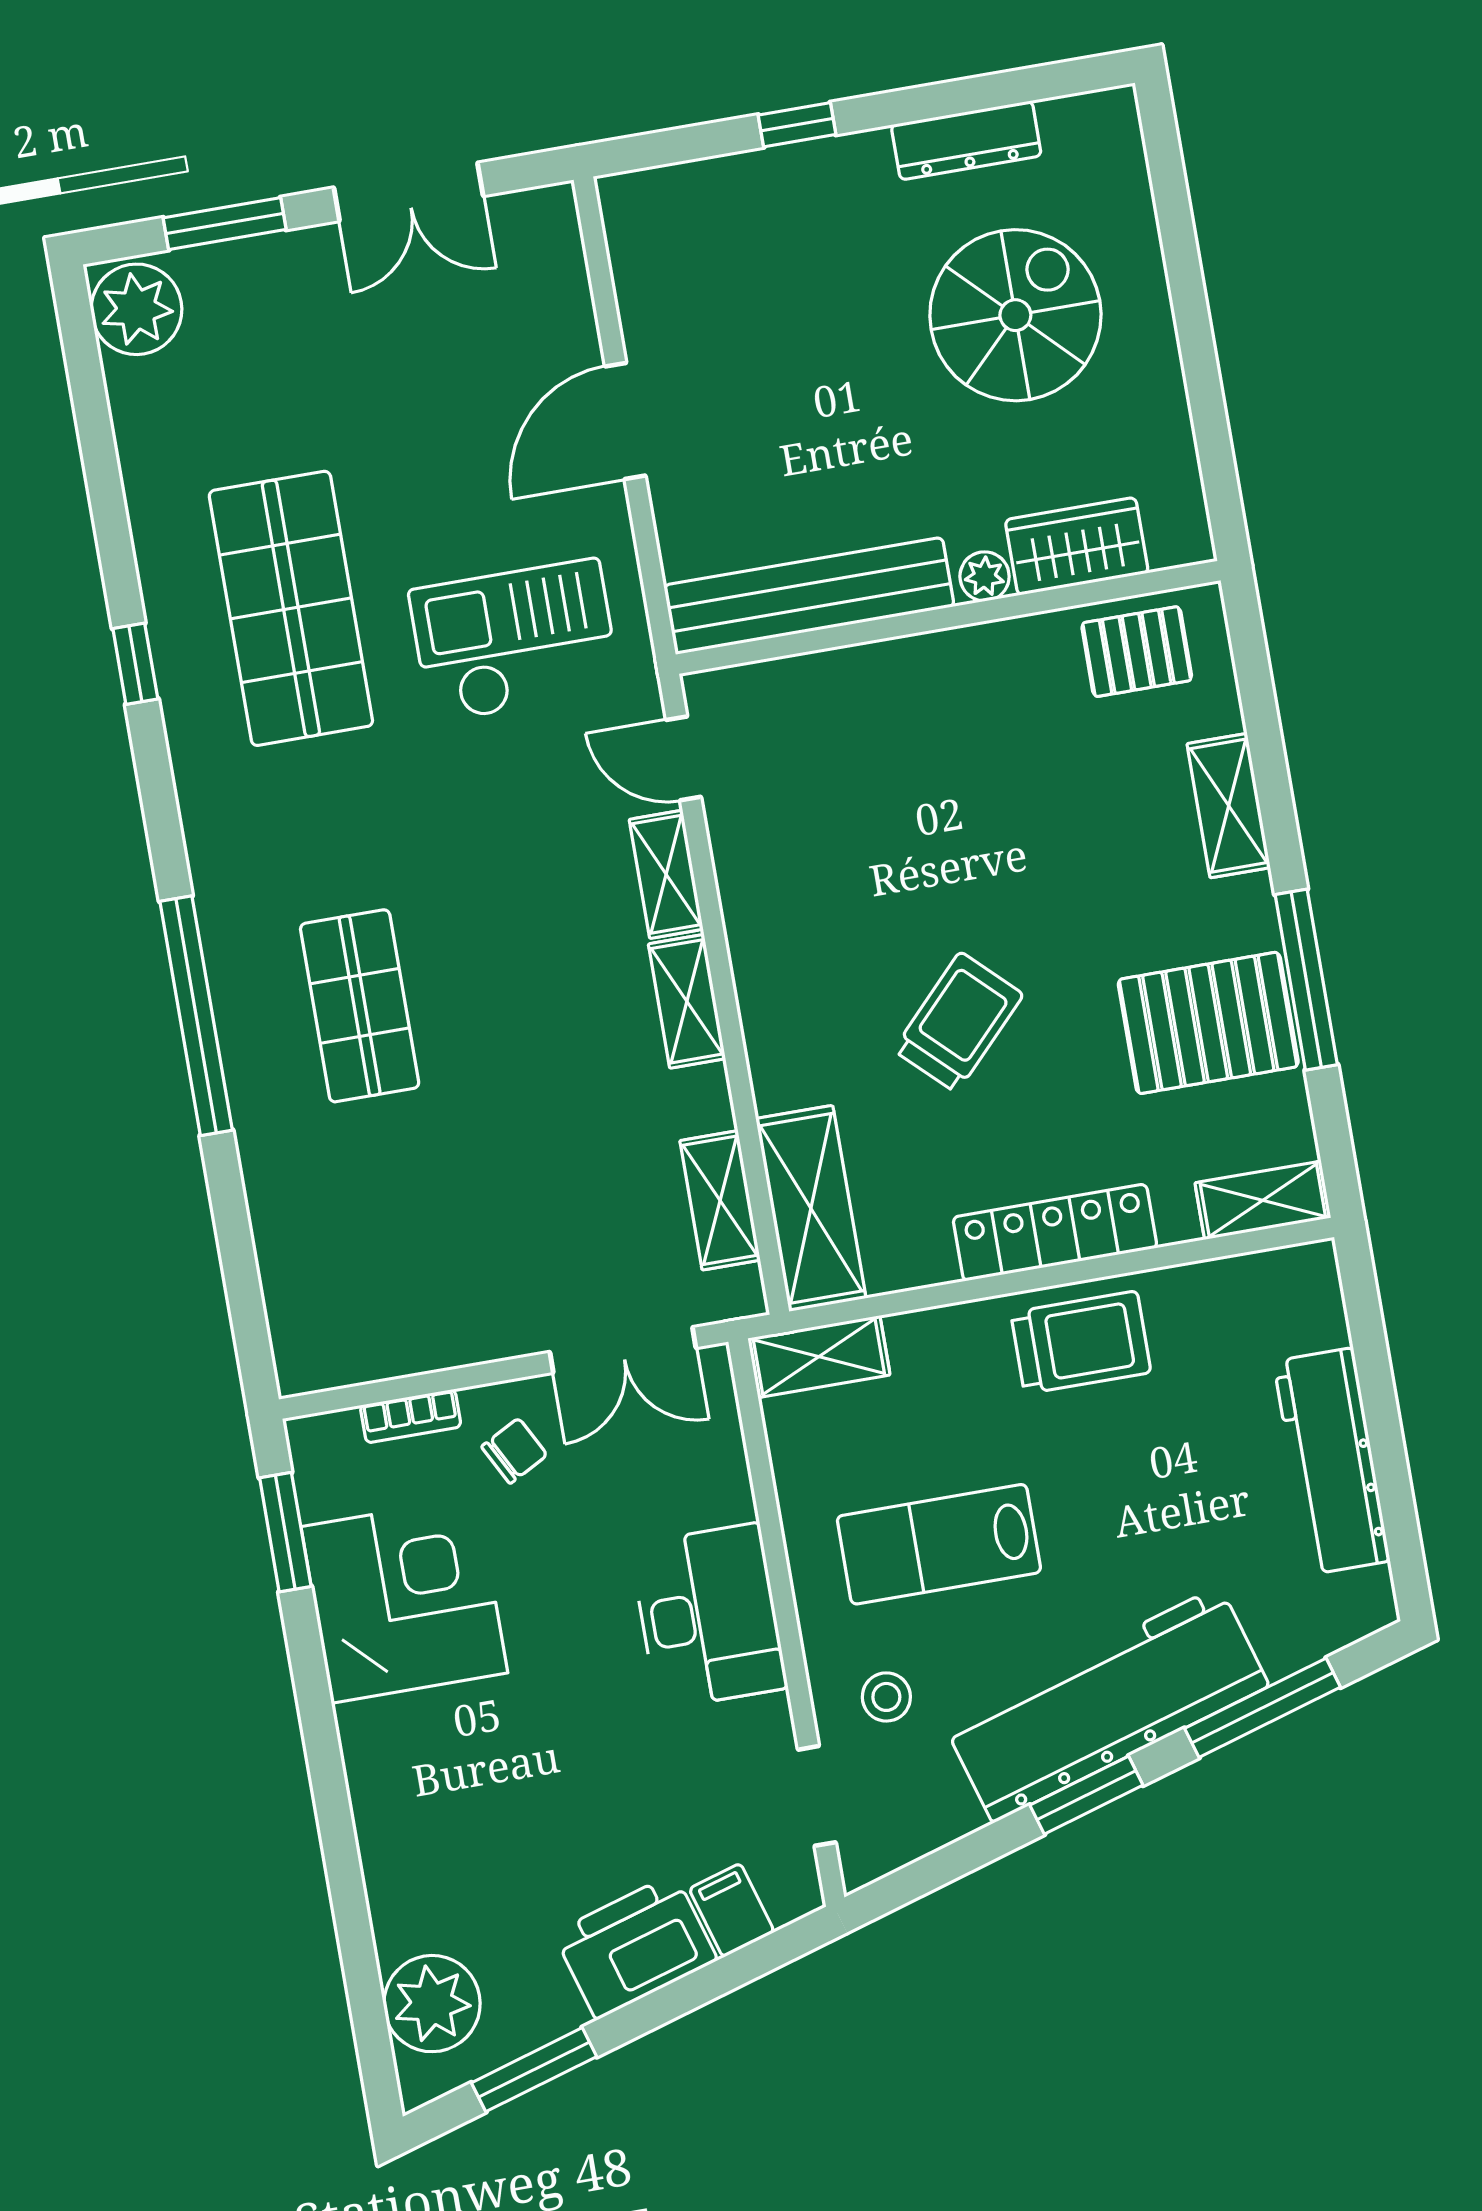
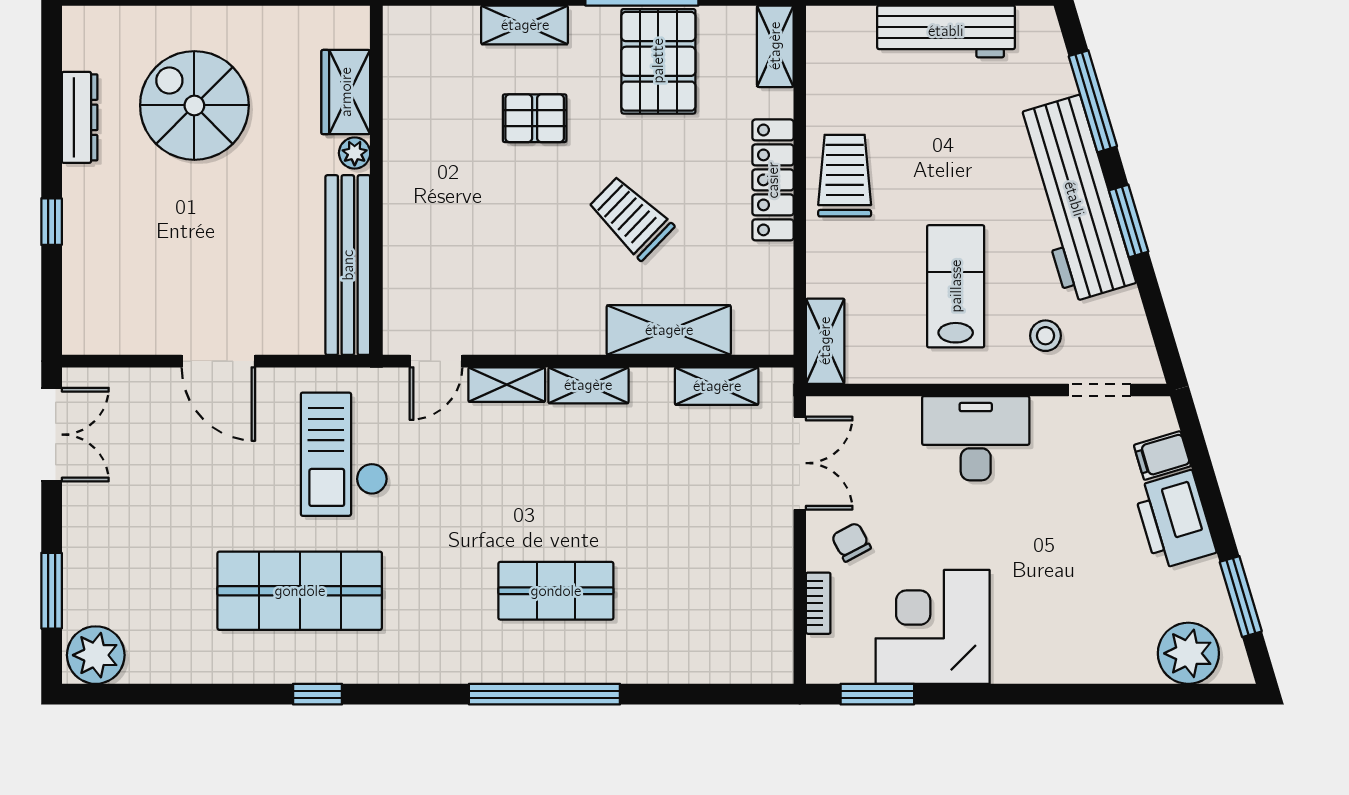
double door: (408, 192) -> (52, 435), moved
pallet: (1137, 652) -> (535, 118), moved, turned 90
shelving: (811, 1208) -> (669, 330), moved
lab bench: (939, 1544) -> (956, 286), turned 180

